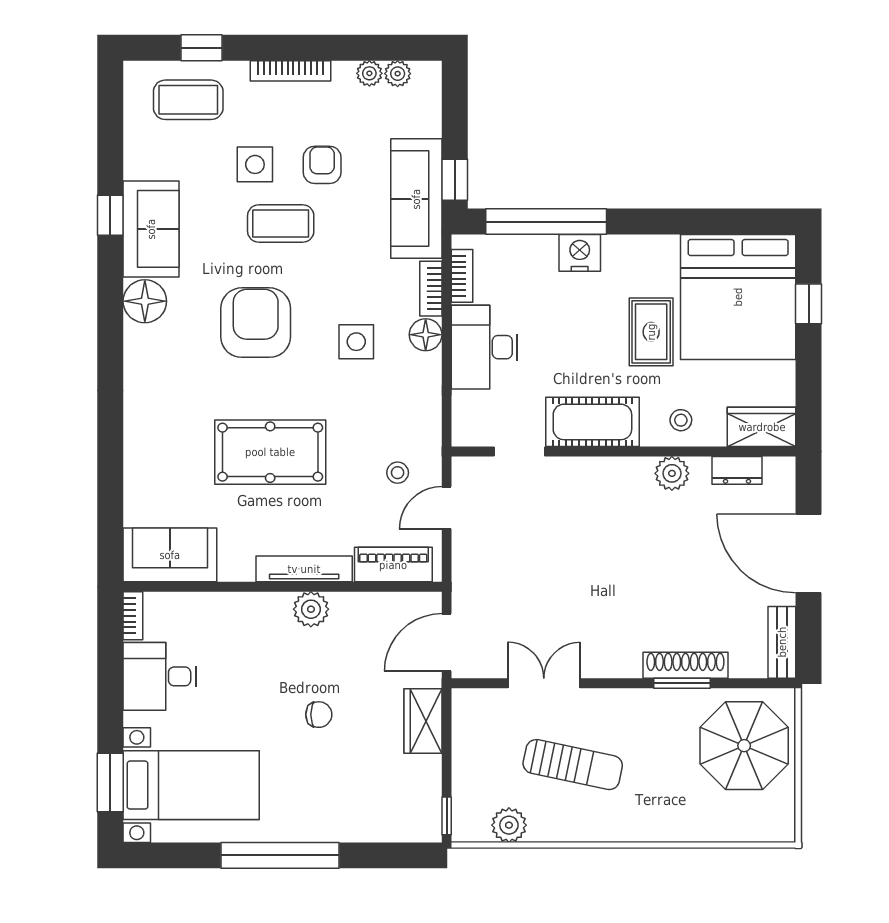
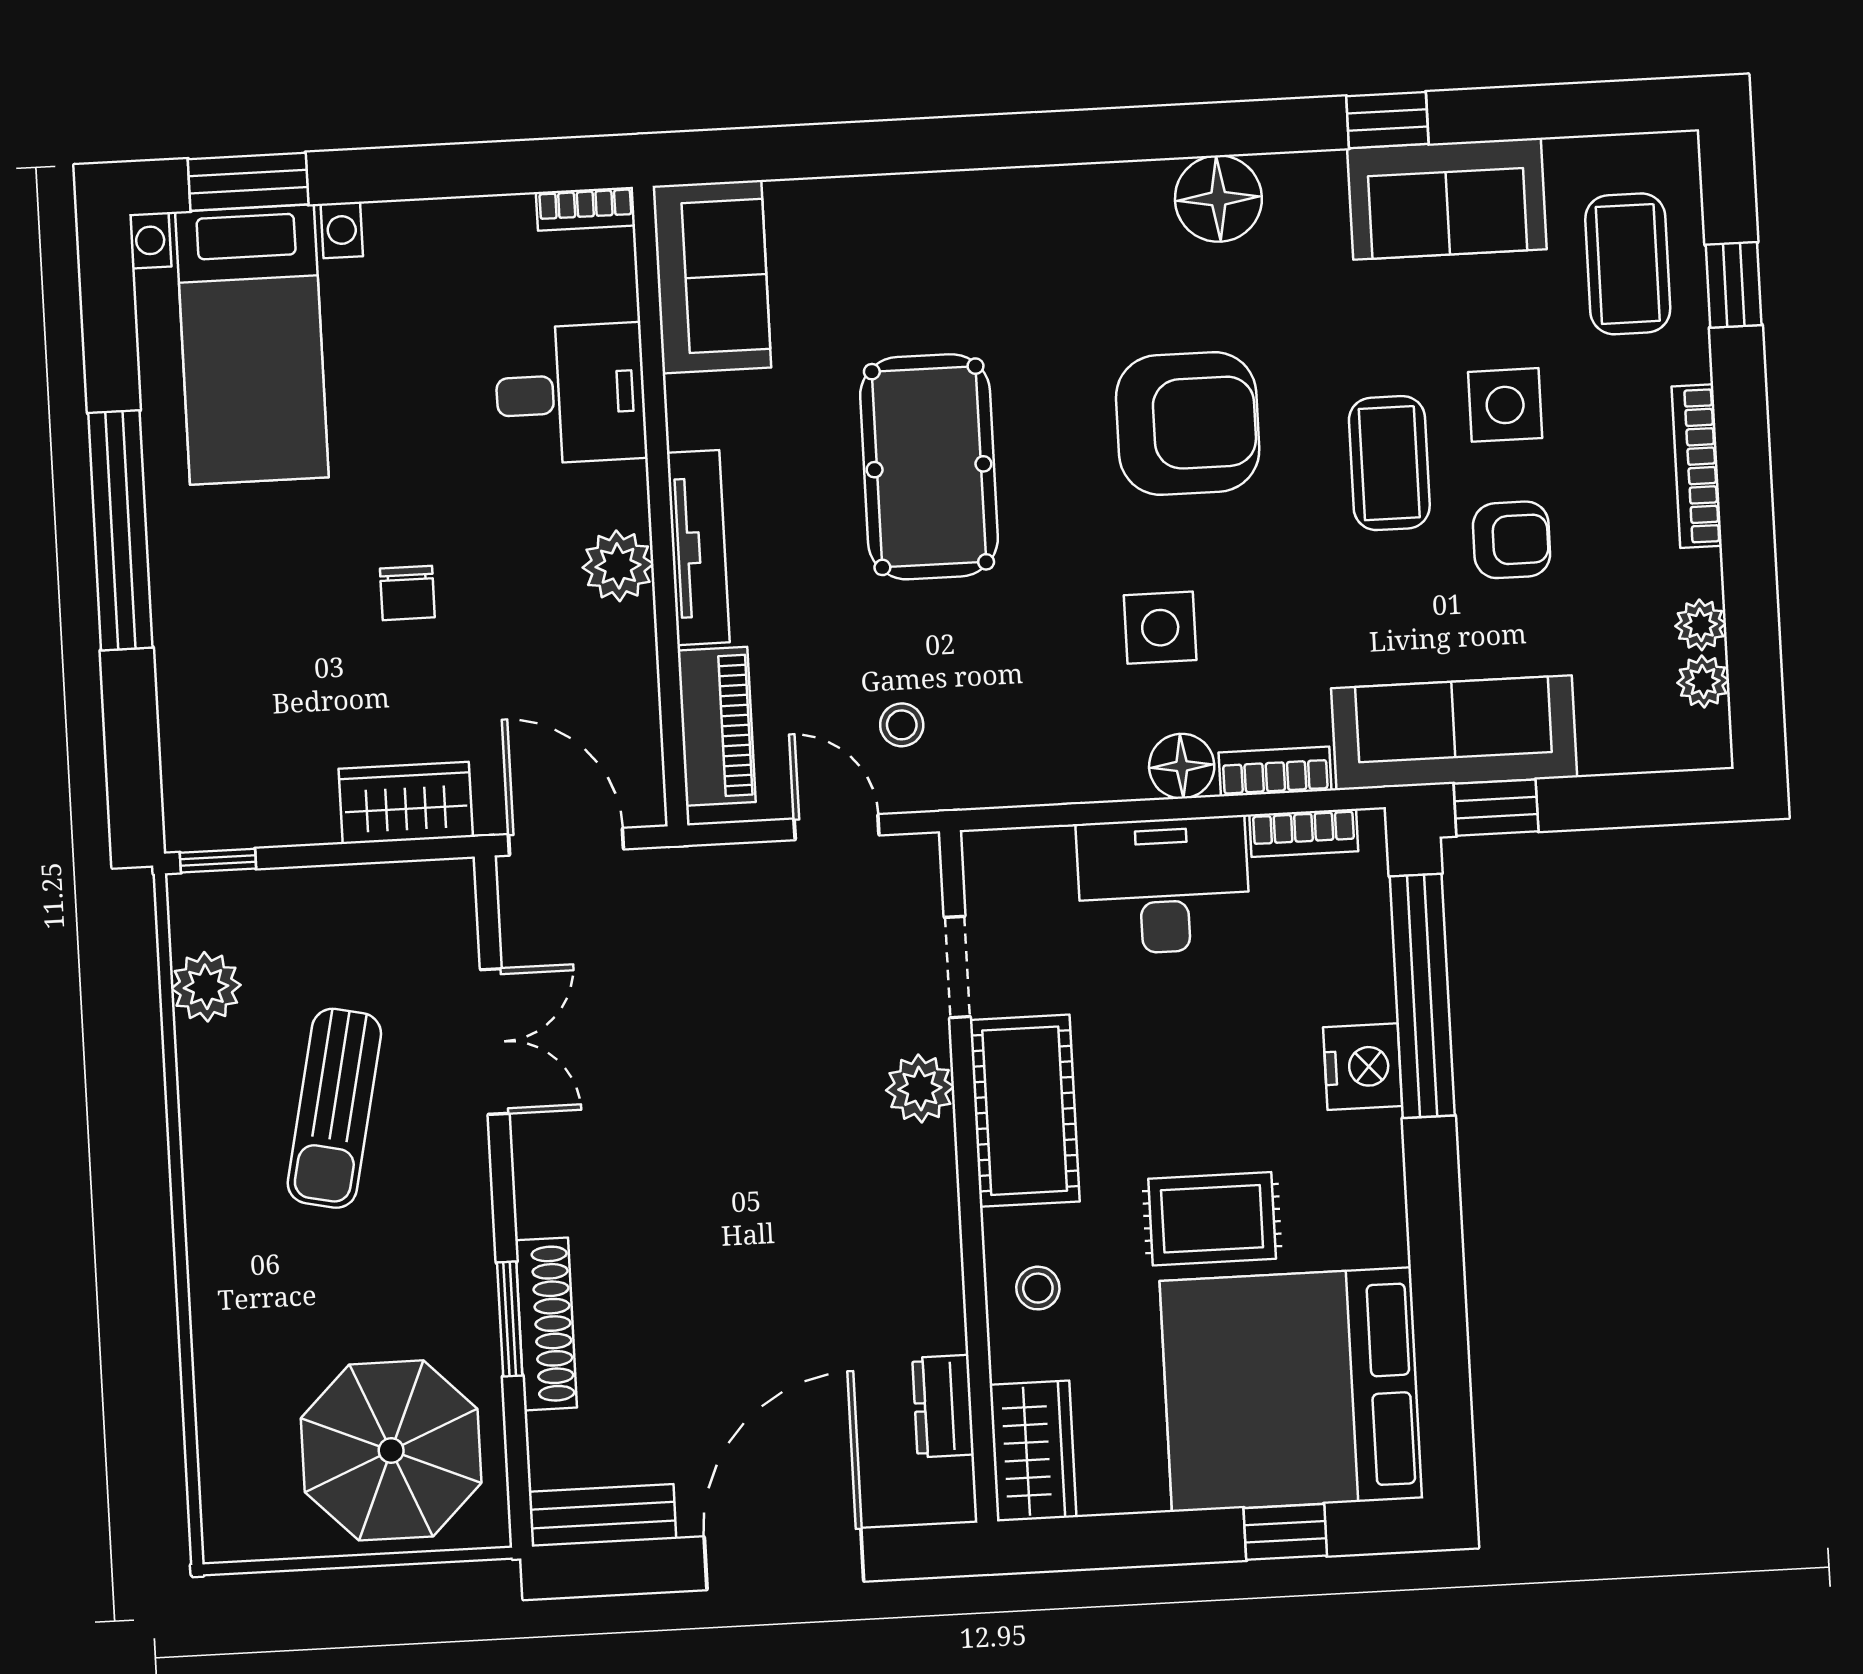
sofa: (151, 229) -> (1447, 199), moved
plant: (672, 473) -> (920, 1089), moved
desk: (160, 676) -> (571, 394), moved, turned 90

